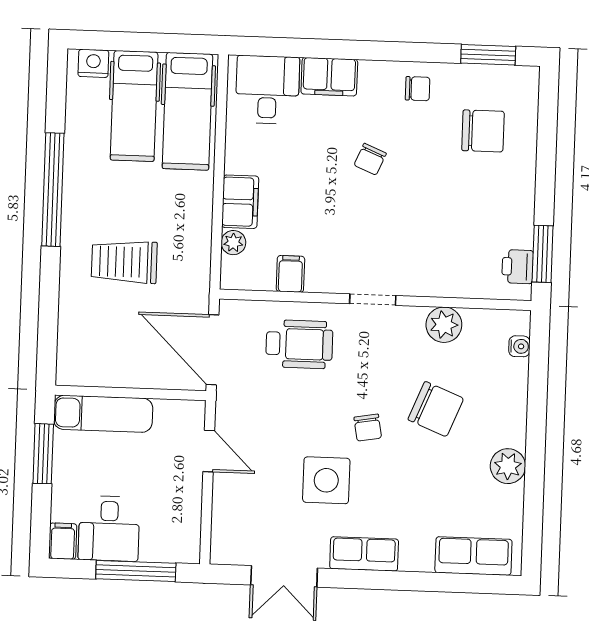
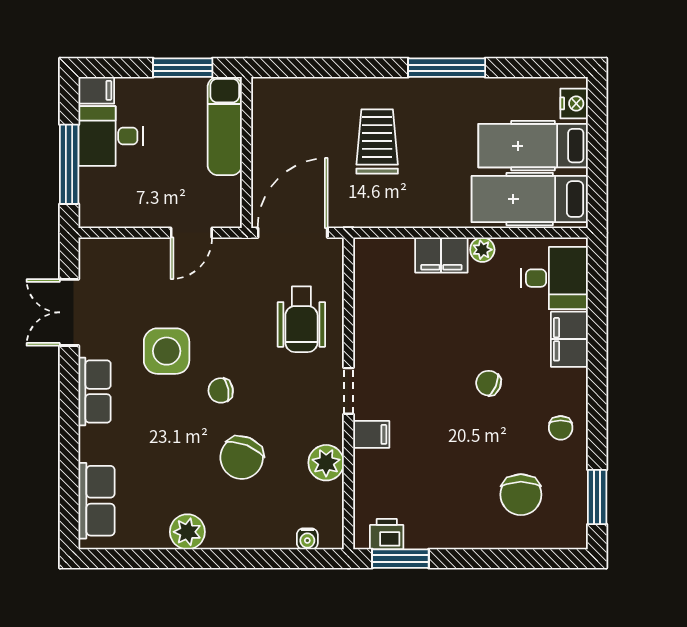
window: (53, 190) -> (447, 68), width x0.68
plant: (233, 243) -> (482, 250), moved
filing cabinet: (290, 274) -> (371, 434), moved

